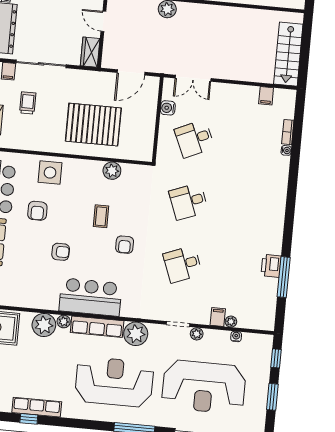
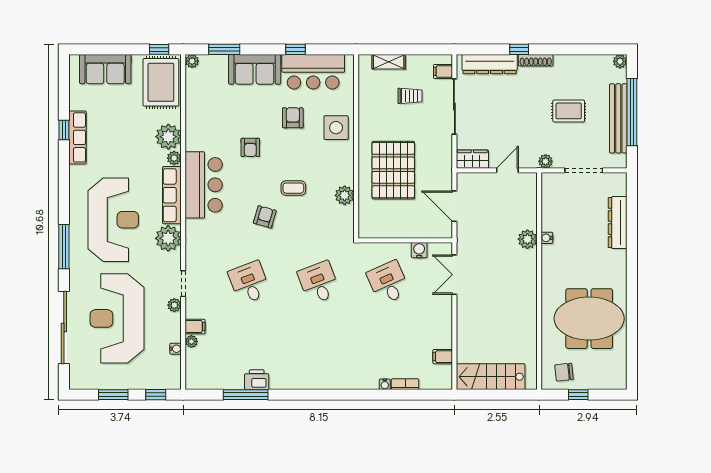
armchair: (37, 211) -> (293, 118), turned 90
armchair: (125, 245) -> (265, 217), turned 106

